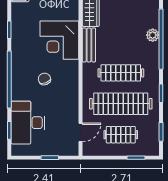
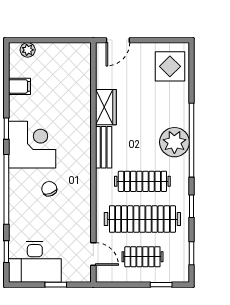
plant: (153, 35) -> (174, 142), width x1.88, depth x1.88
corner desk: (59, 40) -> (32, 145), moved, turned 180
desk: (28, 123) -> (35, 262), moved, turned -90
door: (81, 132) -> (93, 254), hinge flipped

